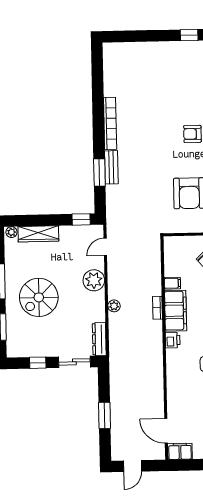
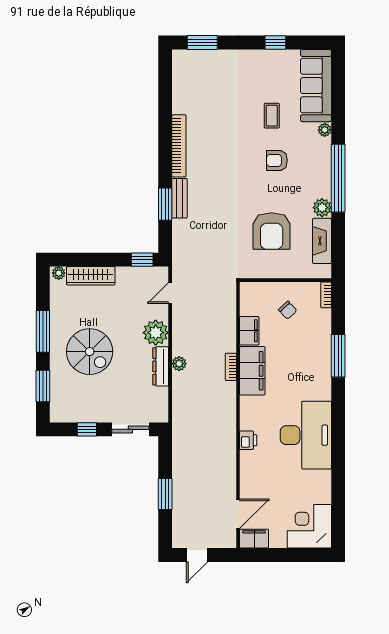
window: (128, 36) -> (202, 43), added
coffee table: (187, 96) -> (272, 116), added
filing cabinet: (172, 283) -> (249, 331), width x2.00
spiral stairs: (39, 297) -> (90, 352), turned -90
dresser: (99, 339) -> (161, 366), moved
printer: (173, 340) -> (248, 440), moved
door: (166, 431) -> (238, 514), swing flipped

